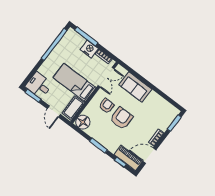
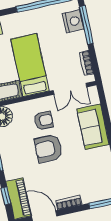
nightstand: (89, 49) -> (73, 21), moved
armchair: (122, 118) -> (48, 148), turned 180

